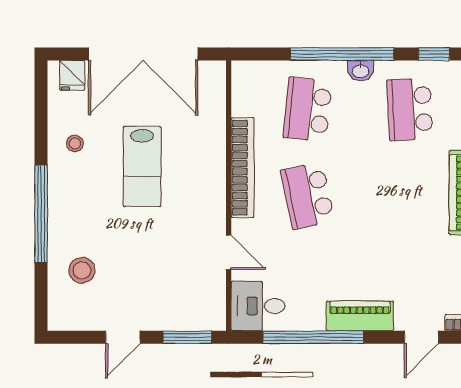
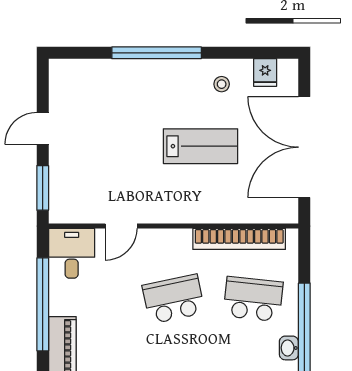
fridge: (72, 75) -> (265, 73), moved, turned -90
lab bench: (142, 166) -> (200, 146), turned 180
bookcase: (243, 168) -> (239, 239), moved
stool: (82, 270) -> (105, 91), removed
door: (123, 337) -> (43, 128), hinge flipped

